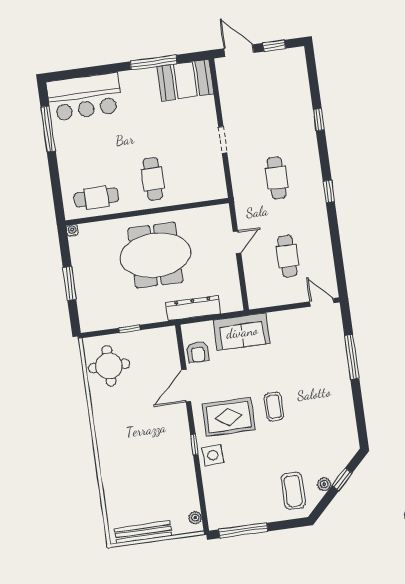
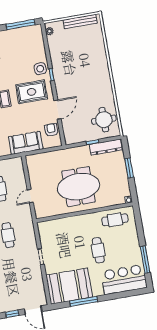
booth: (185, 80) -> (69, 286), width x1.36, depth x1.42
cafe table: (153, 179) -> (98, 250), moved
dresser: (193, 308) -> (106, 147), moved

